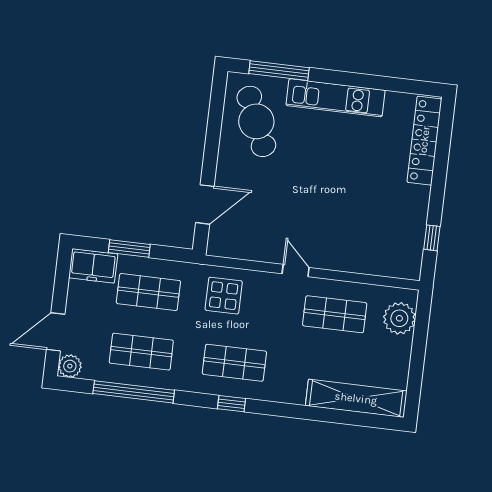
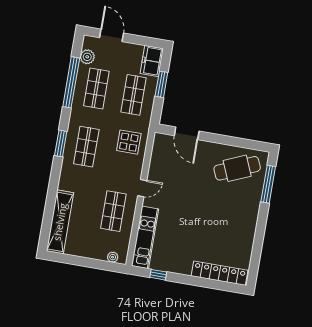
kitchen unit: (336, 98) -> (145, 237), moved, turned 180
plant: (399, 318) -> (113, 257), width x0.53, depth x0.53
plant: (70, 366) -> (87, 57), moved
window: (232, 404) -> (61, 143), width x1.50

